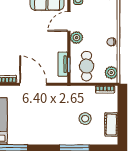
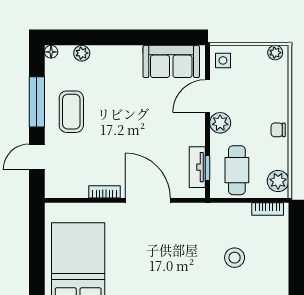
cot: (111, 124) -> (278, 267), removed

